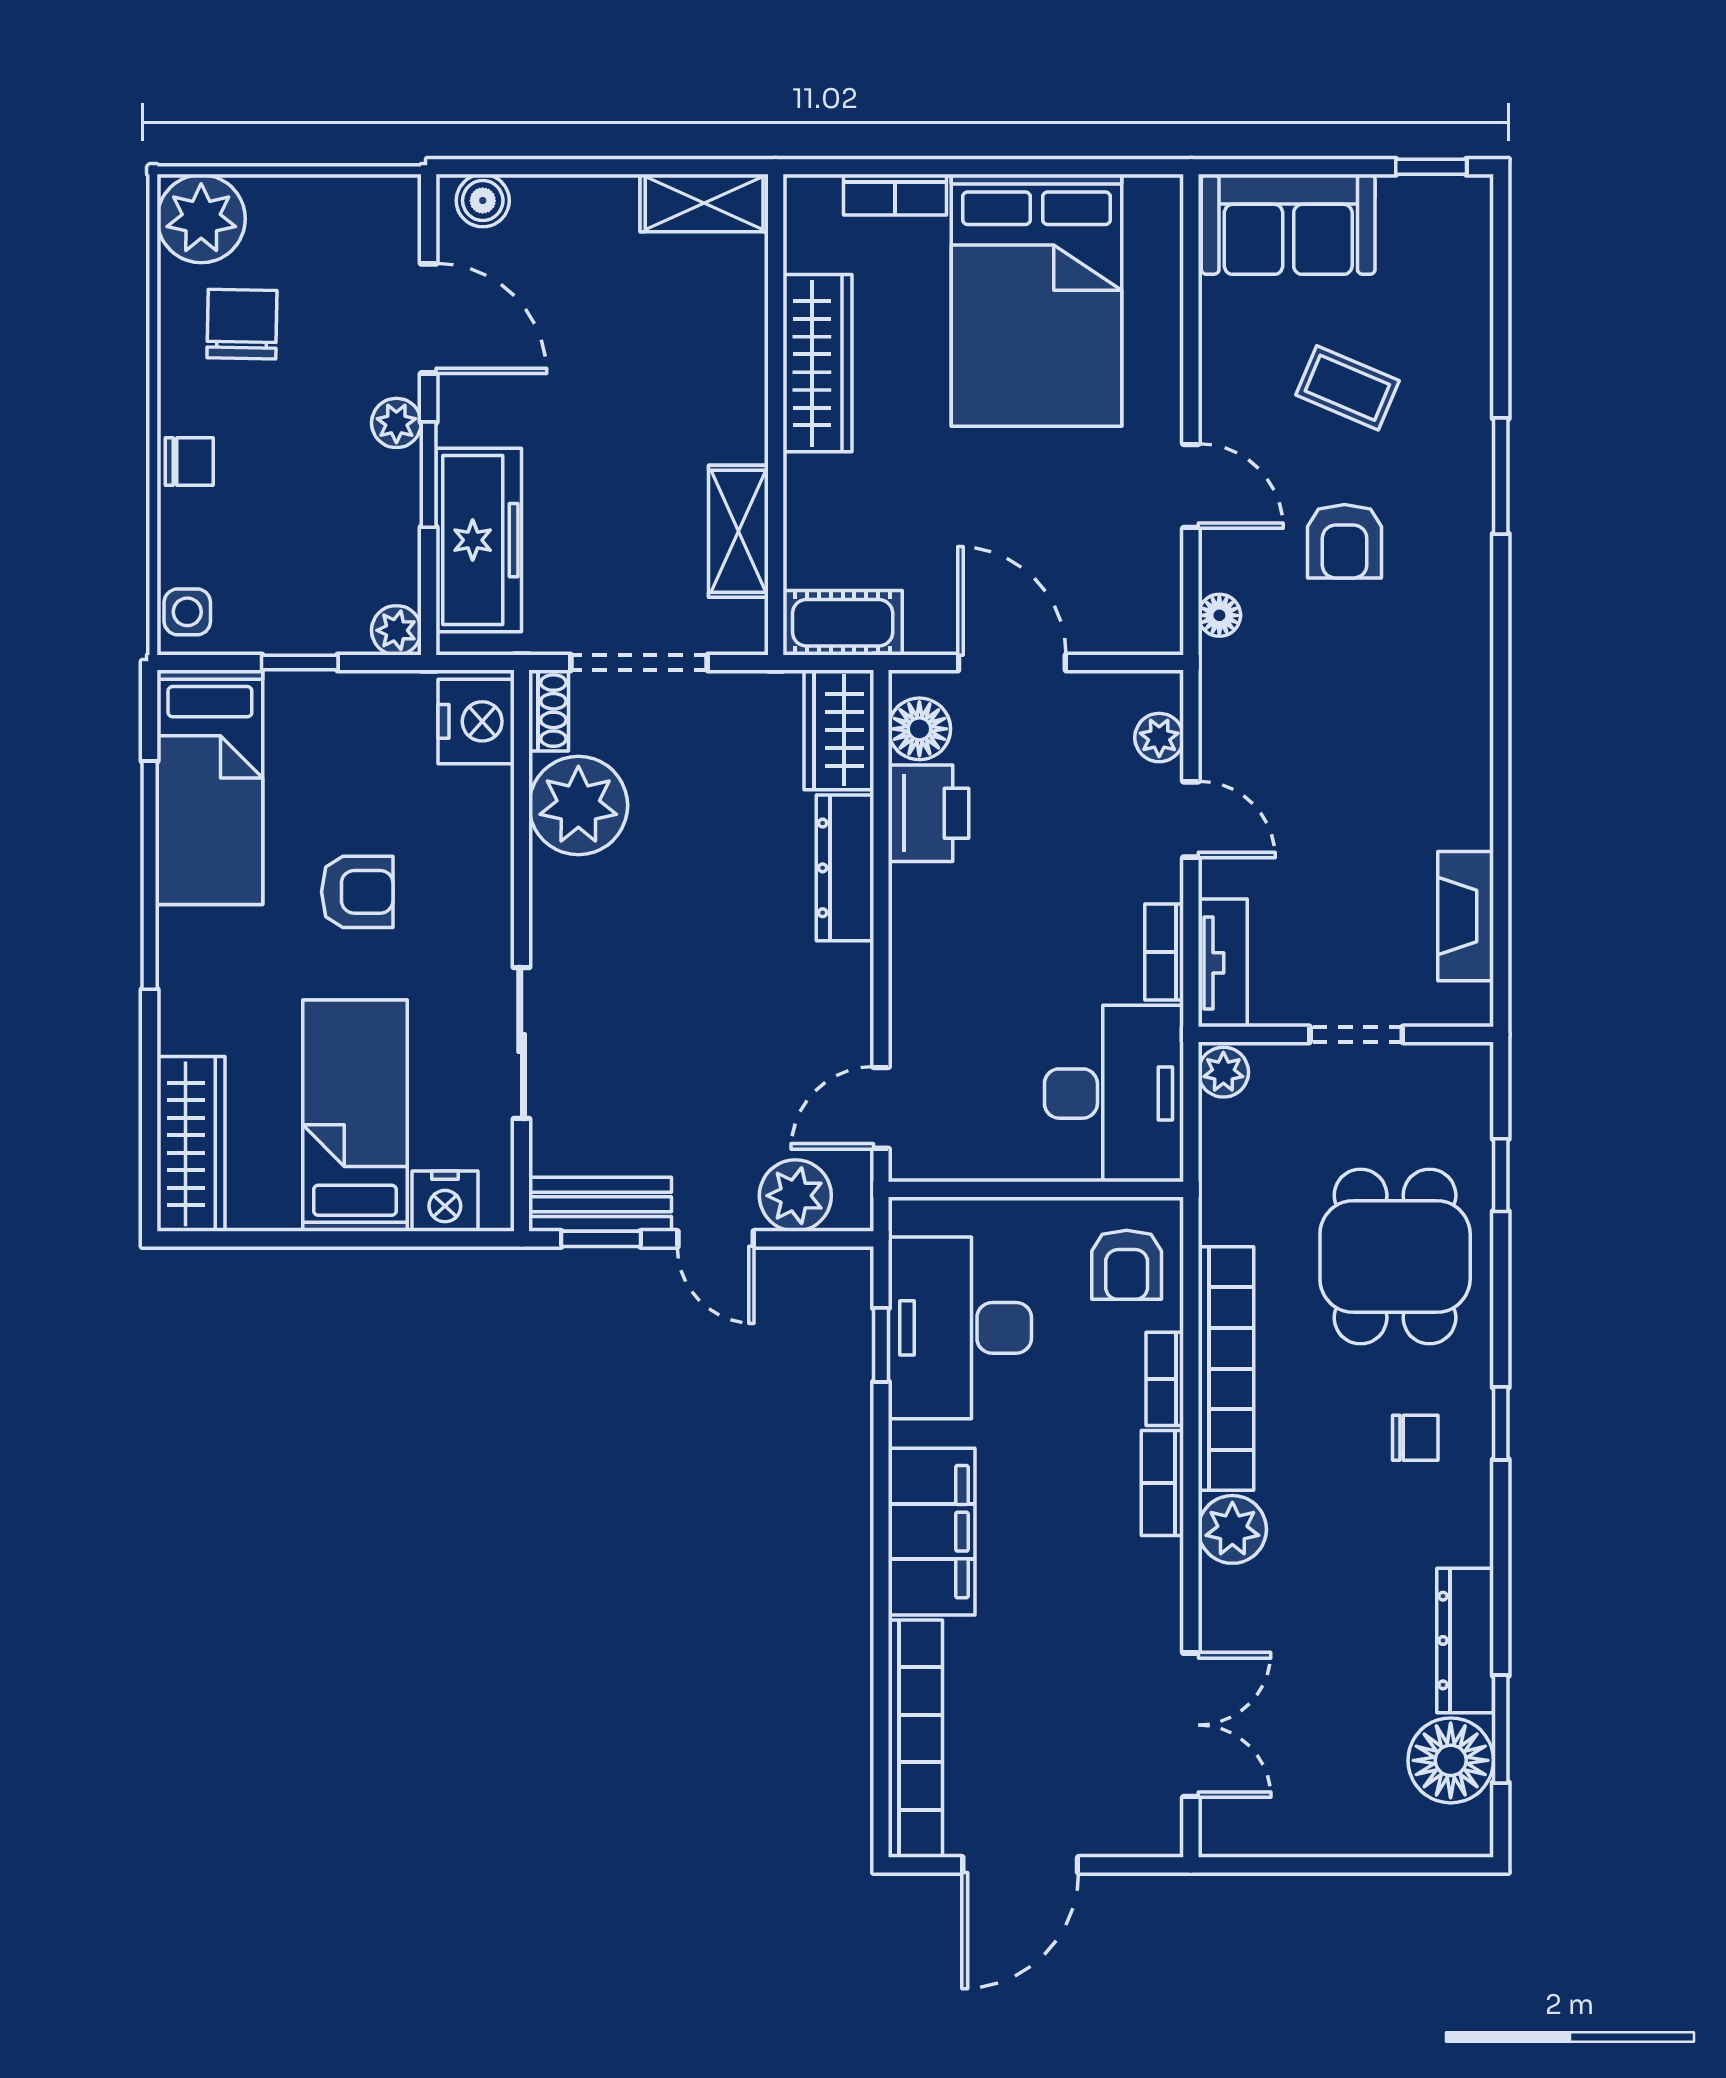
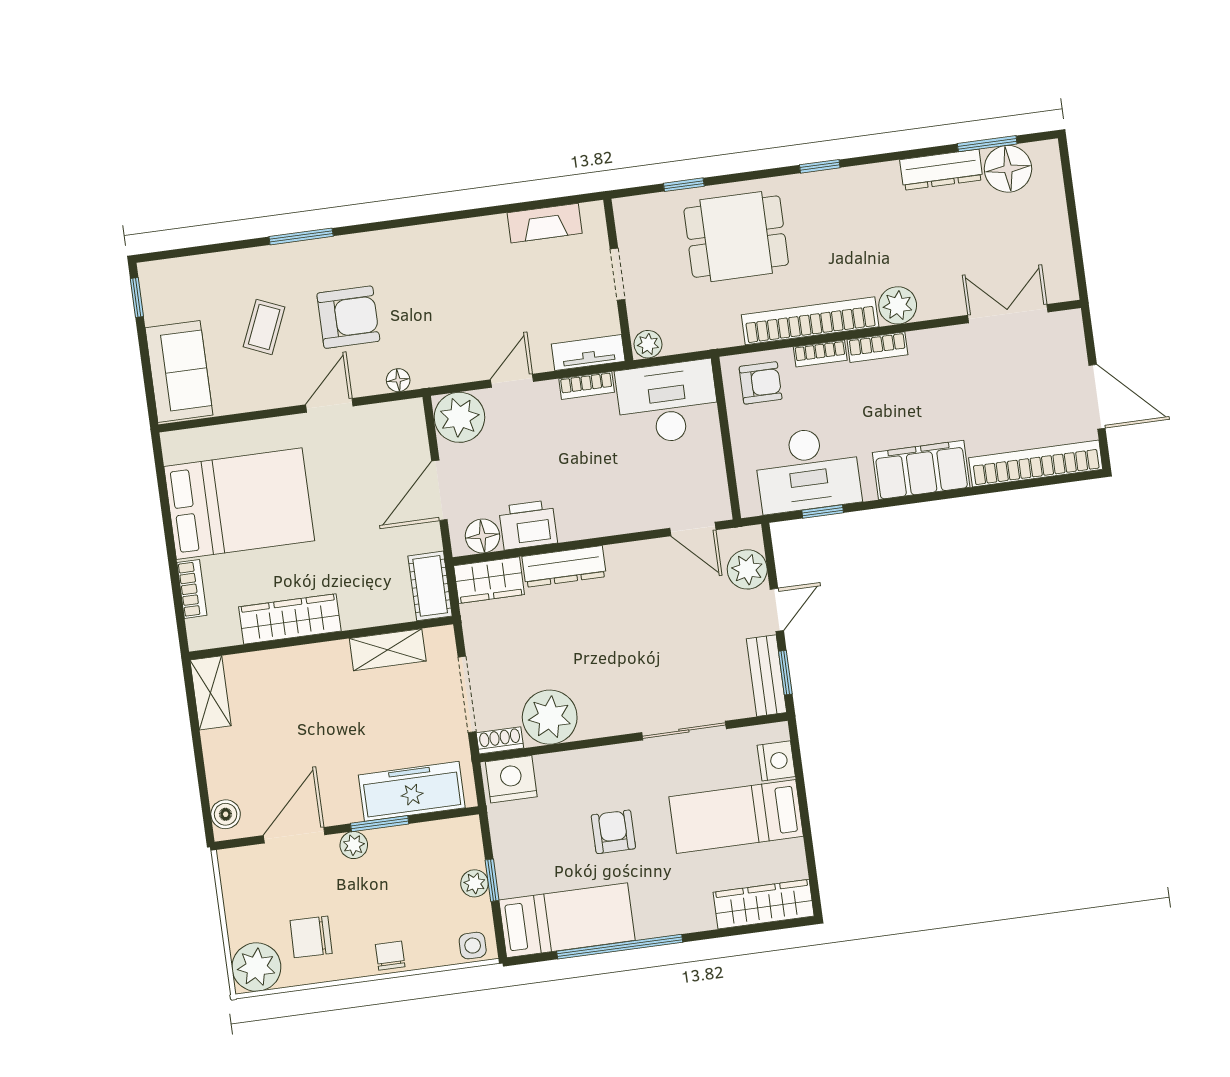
armchair: (1345, 541) -> (348, 317), width x1.38, depth x1.38
plant: (396, 630) -> (475, 883), moved
plant: (1159, 738) -> (459, 417), width x1.88, depth x1.88
chair: (1415, 1438) -> (834, 212), removed

